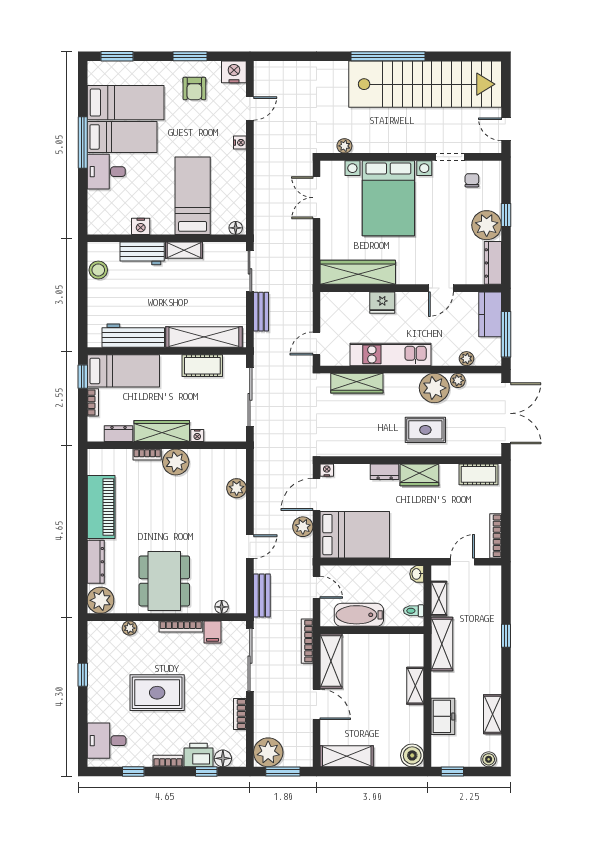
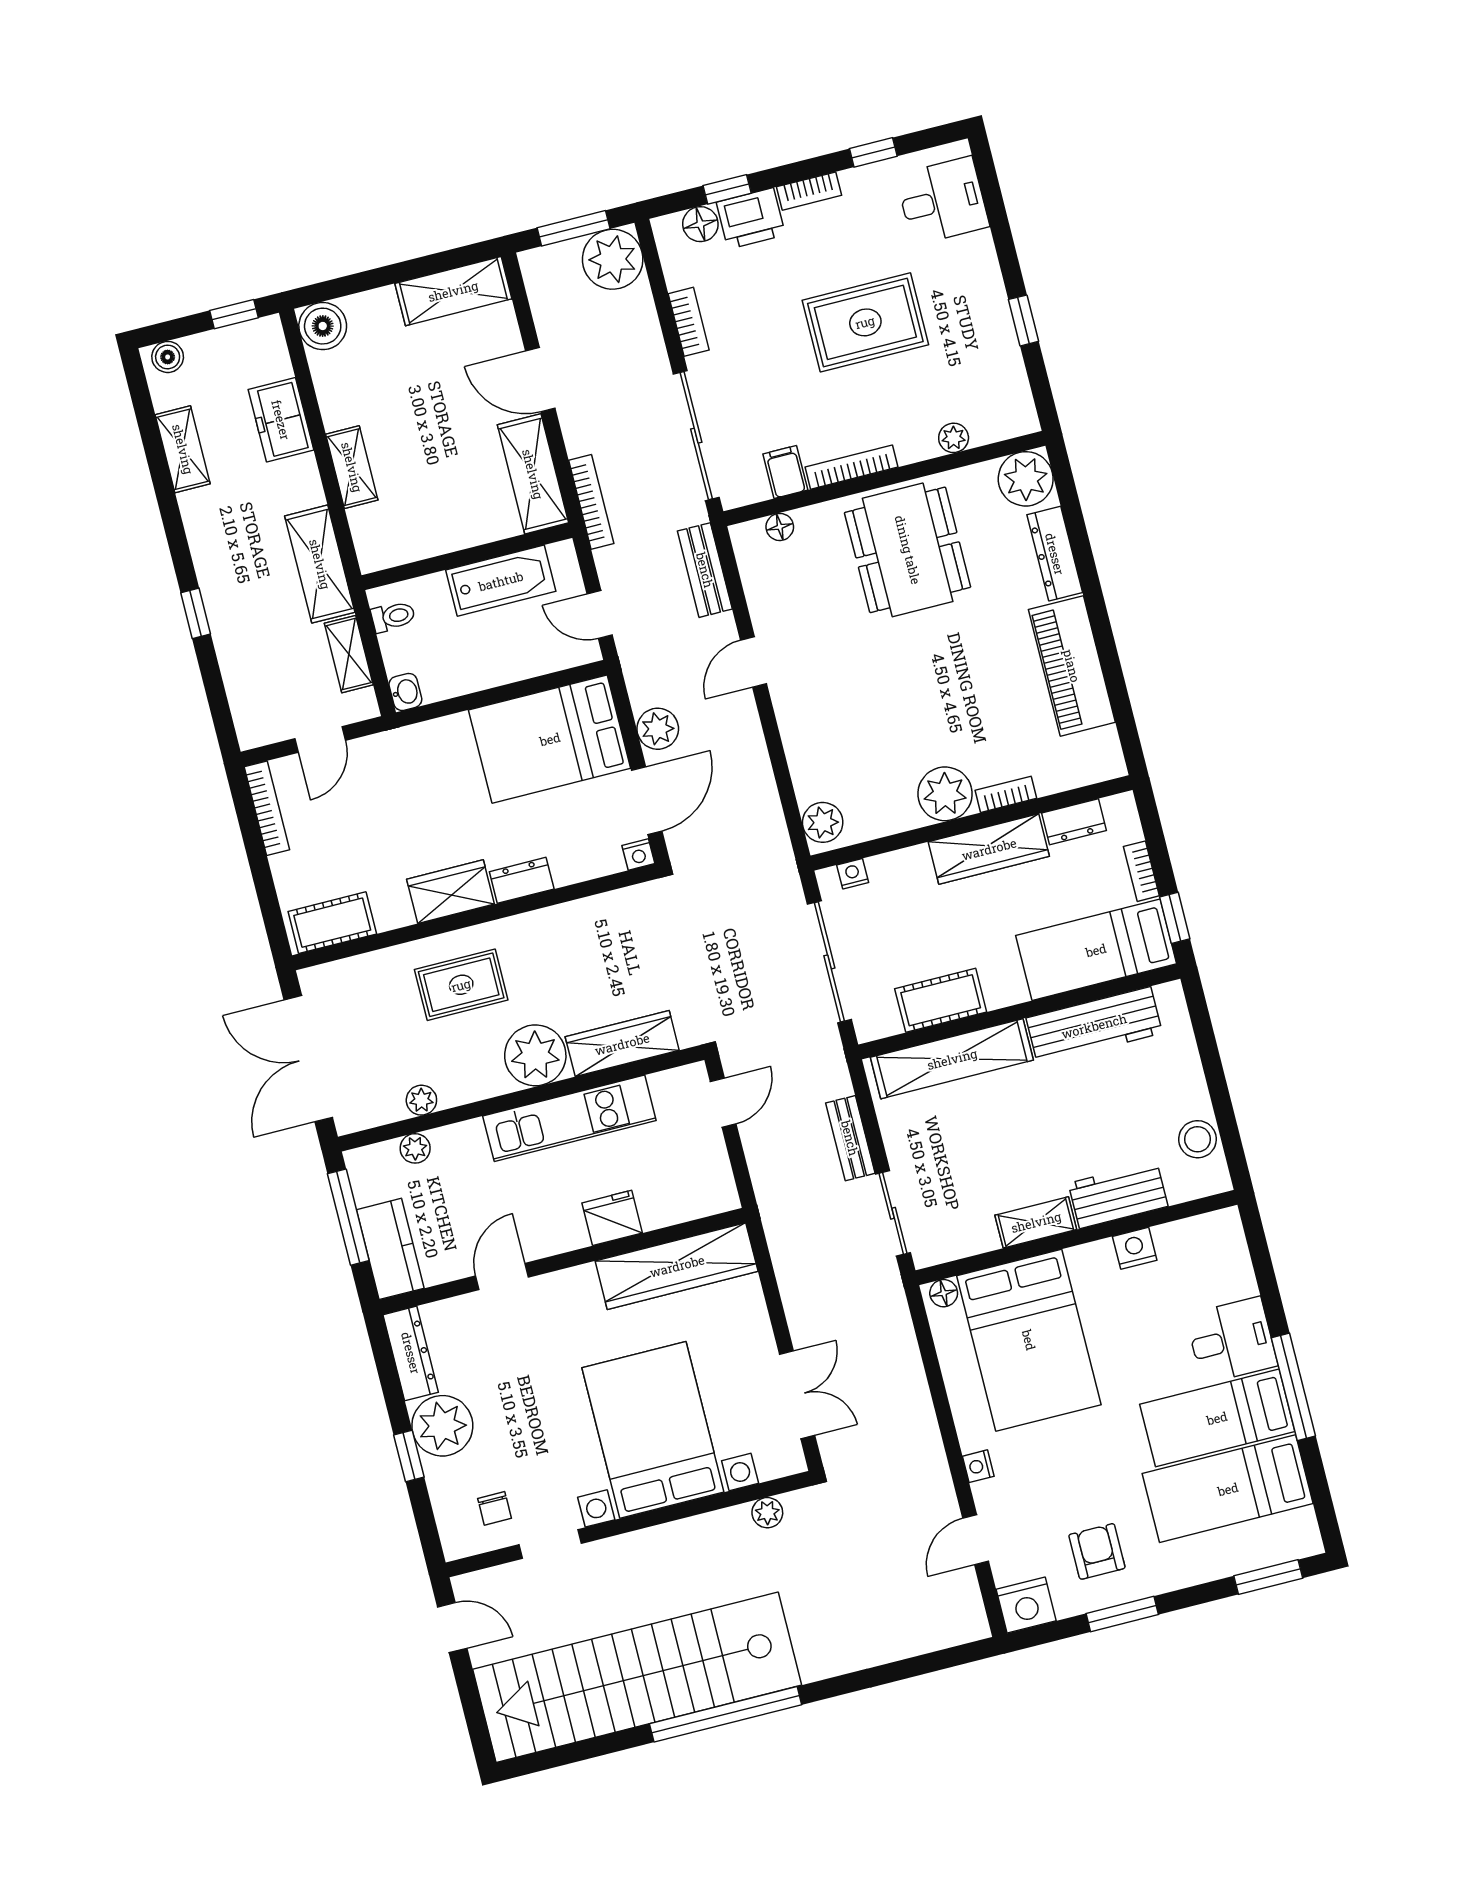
bed: (193, 196) -> (1029, 1340), width x1.50
plant: (434, 388) -> (535, 1055), moved
nightstand: (197, 436) -> (853, 874), moved
plant: (237, 488) -> (823, 822), moved

